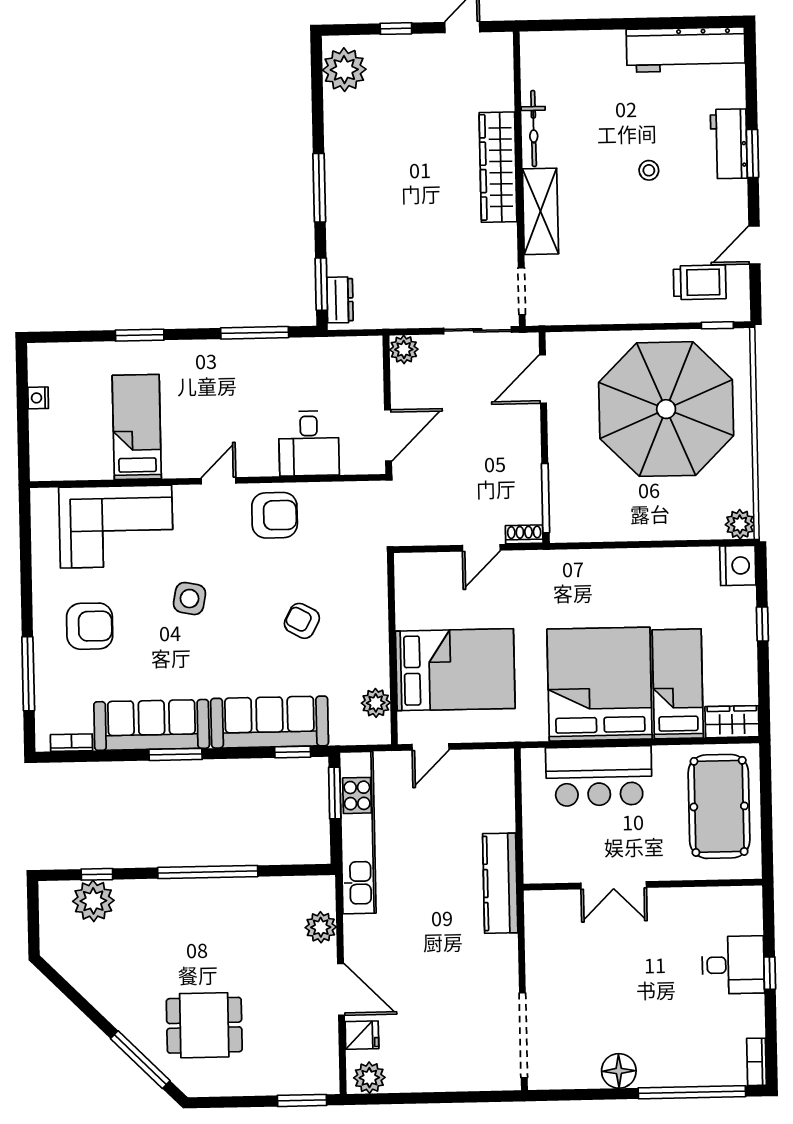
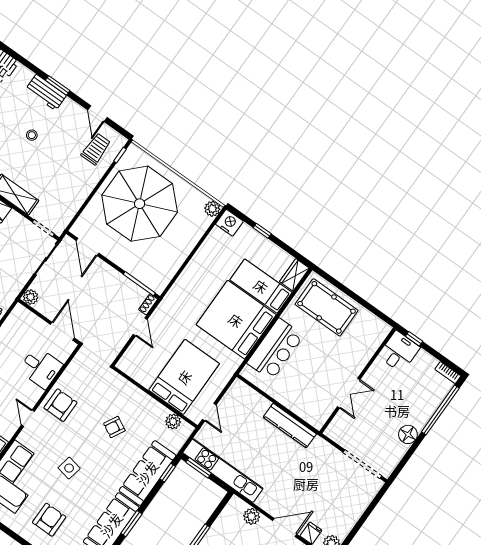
double door: (614, 885) -> (349, 393), moved
wall: (643, 885) -> (358, 380), moved

